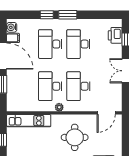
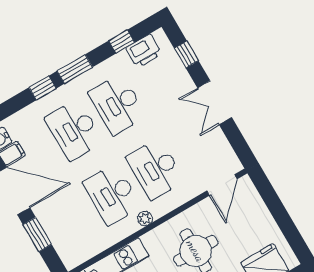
window: (98, 15) -> (122, 42), added
printer: (115, 35) -> (144, 51), moved, turned -90

